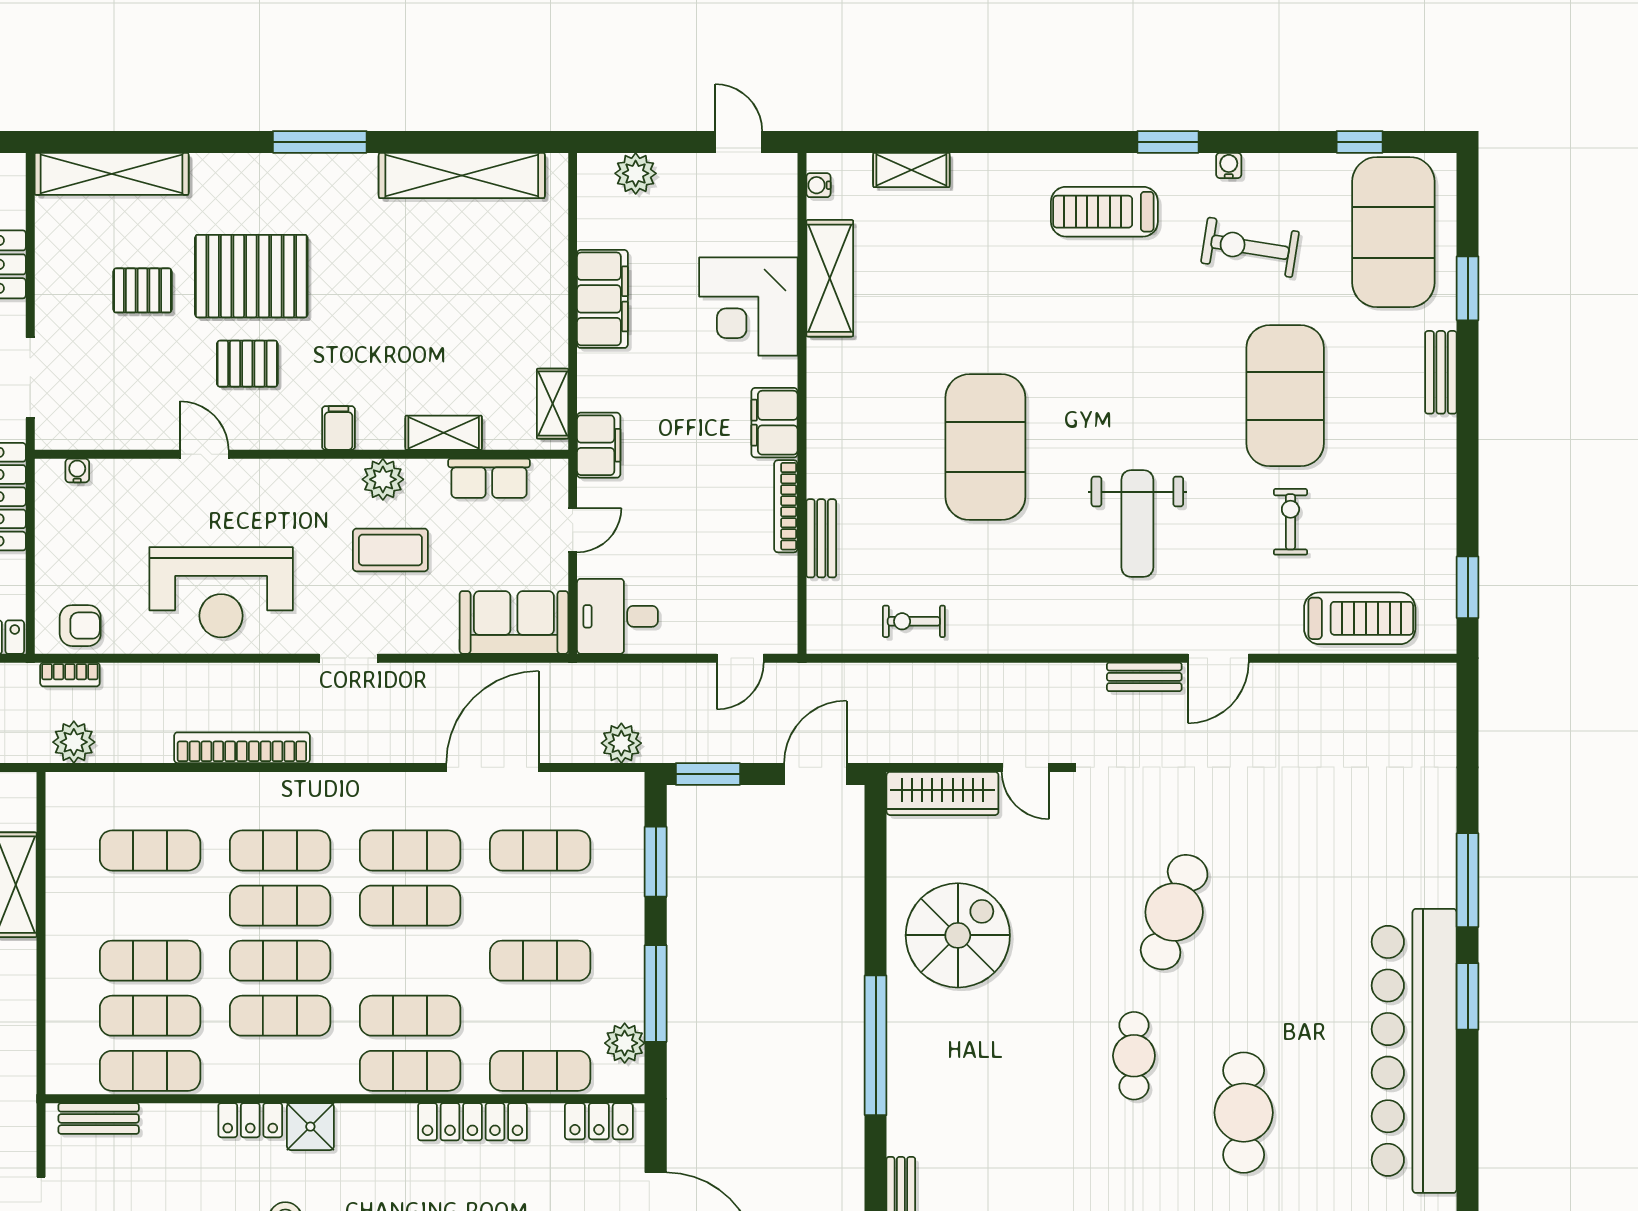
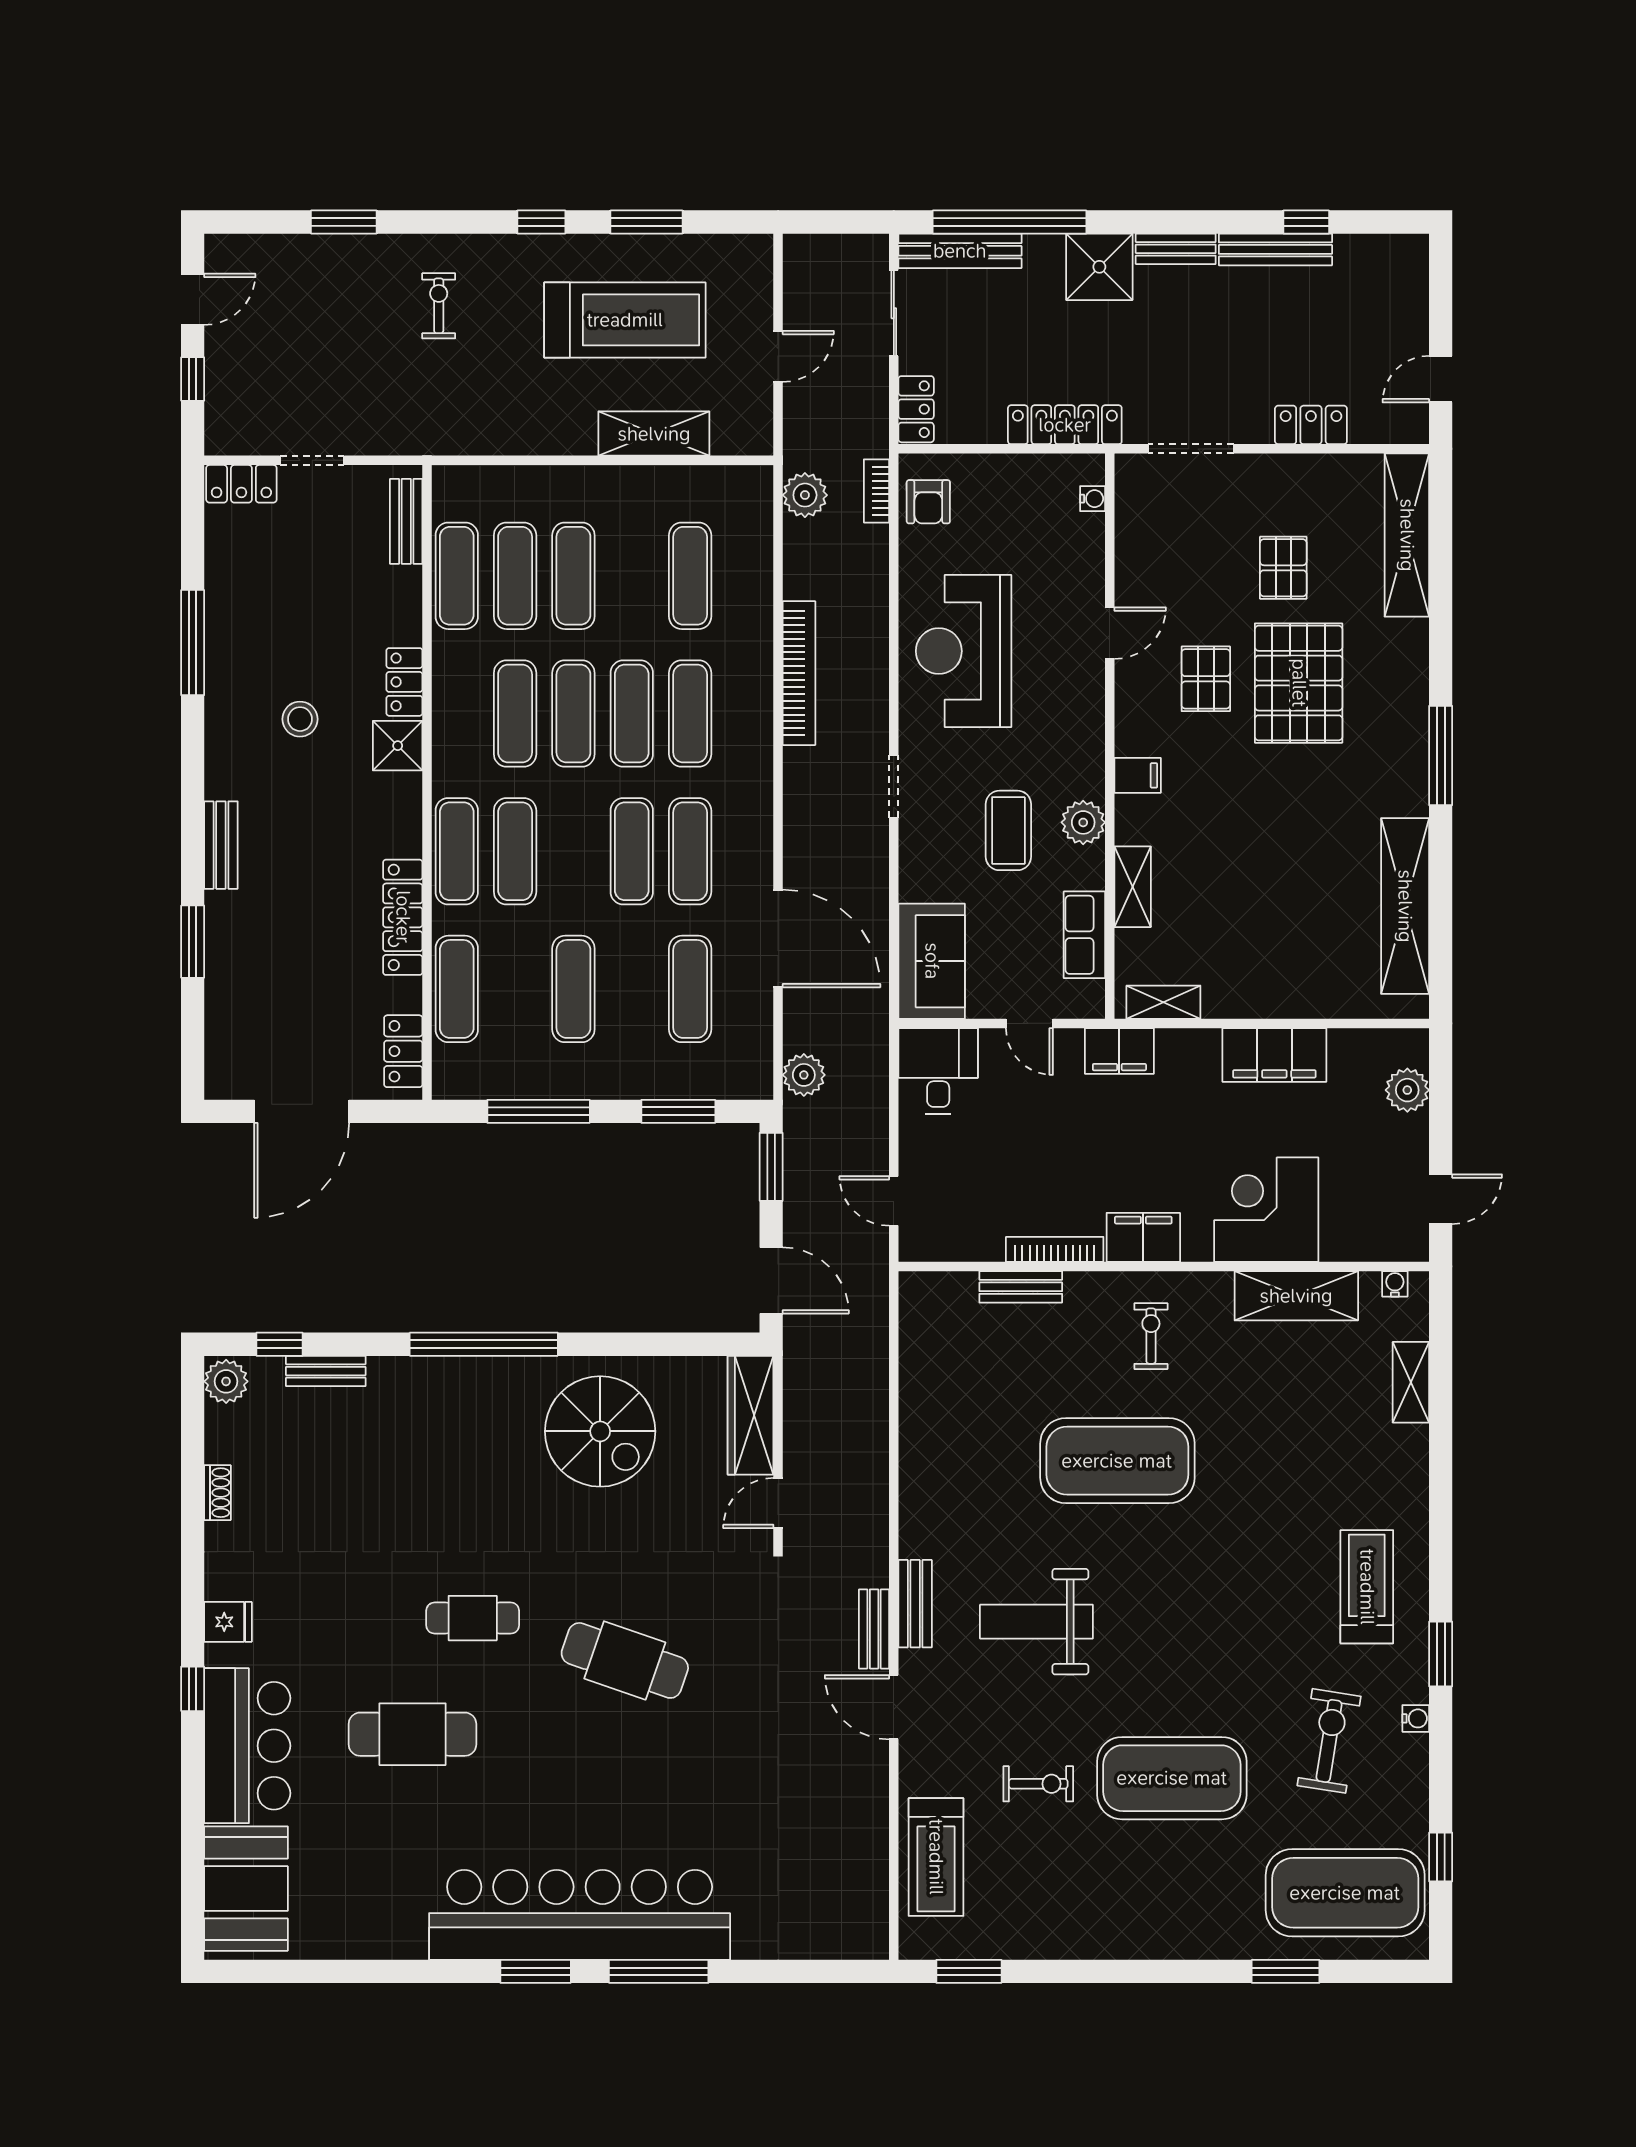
bench: (1441, 372) -> (915, 1604), moved, turned 90
exercise bike: (914, 621) -> (1151, 1336), moved
plant: (625, 1043) -> (486, 1079), removed
bar counter: (1414, 1051) -> (580, 1915), moved

